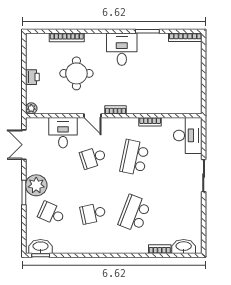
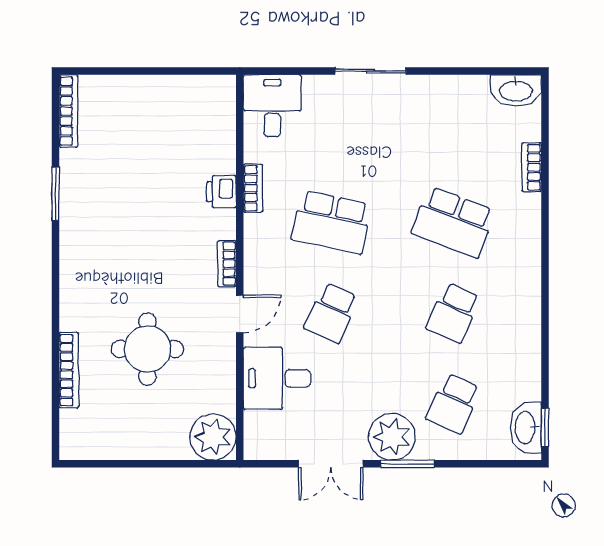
desk: (122, 49) -> (95, 250), removed
printer: (32, 77) -> (221, 192), moved, turned -90
plant: (31, 108) -> (213, 437), width x1.87, depth x1.87
desk: (188, 135) -> (272, 106), width x0.73
double door: (24, 145) -> (331, 464), moved
school desk: (93, 158) -> (331, 313), turned 42
school desk: (93, 213) -> (453, 313), turned 36
washbasin: (184, 247) -> (516, 90), moved, turned -90

